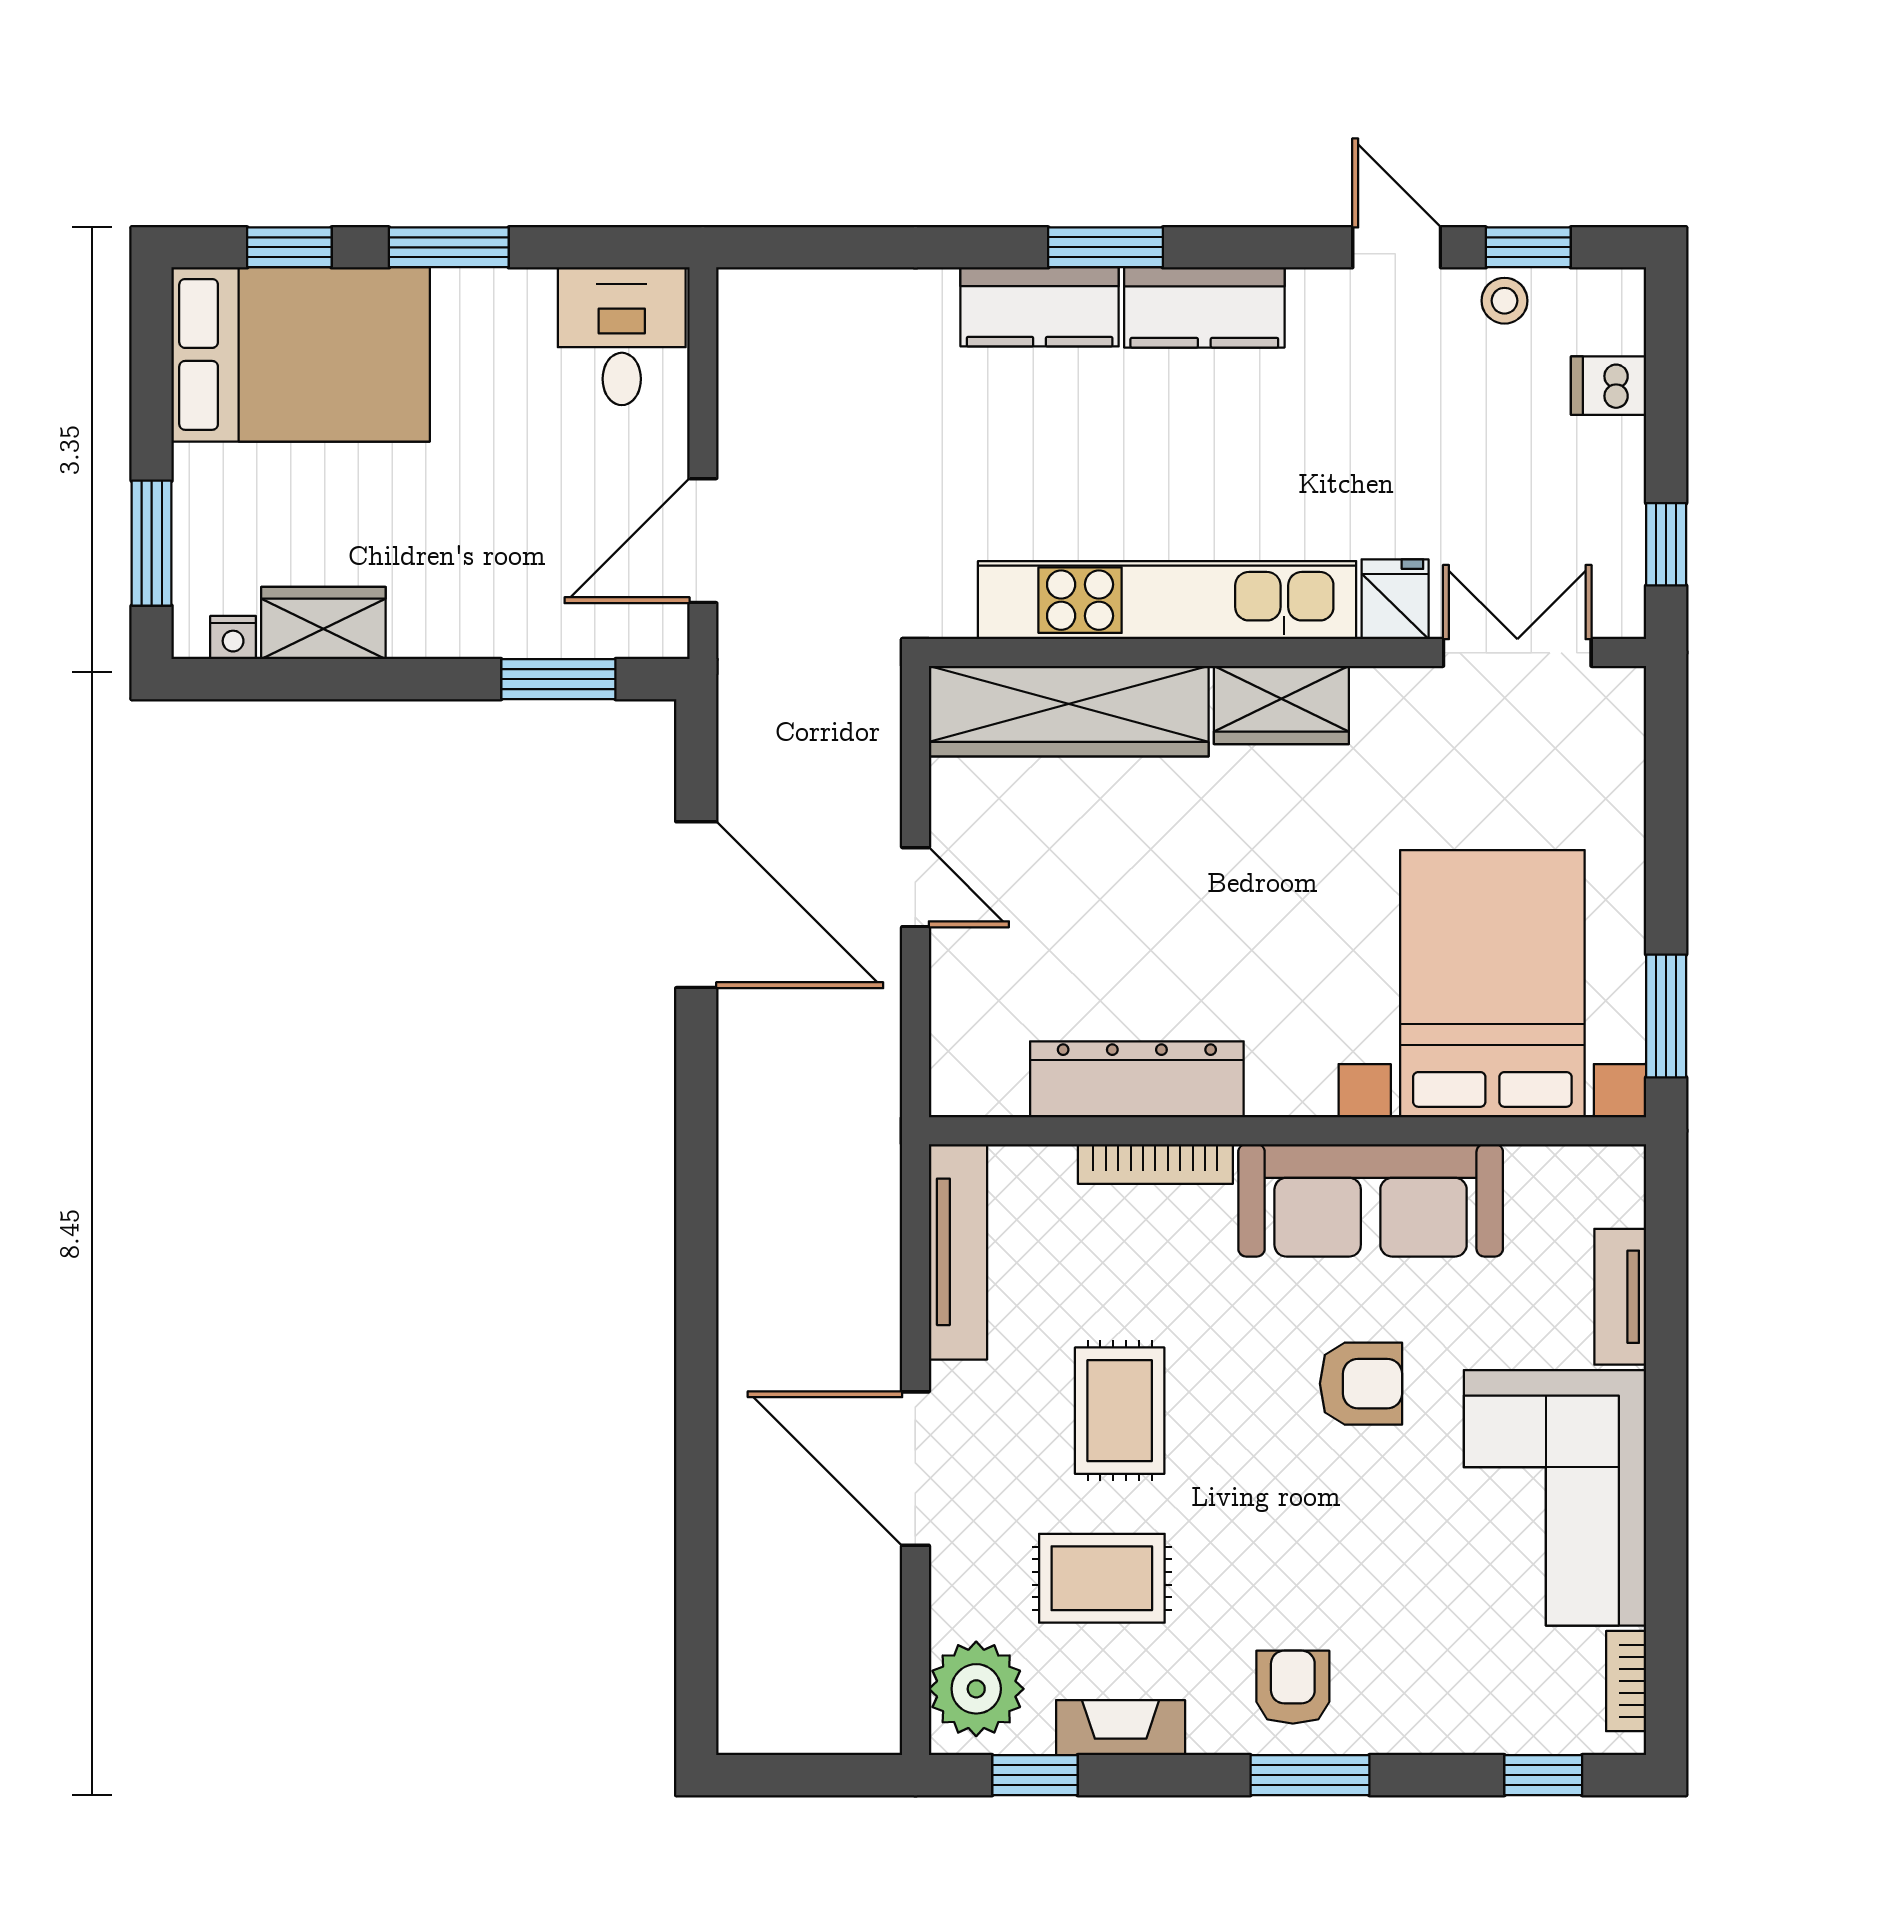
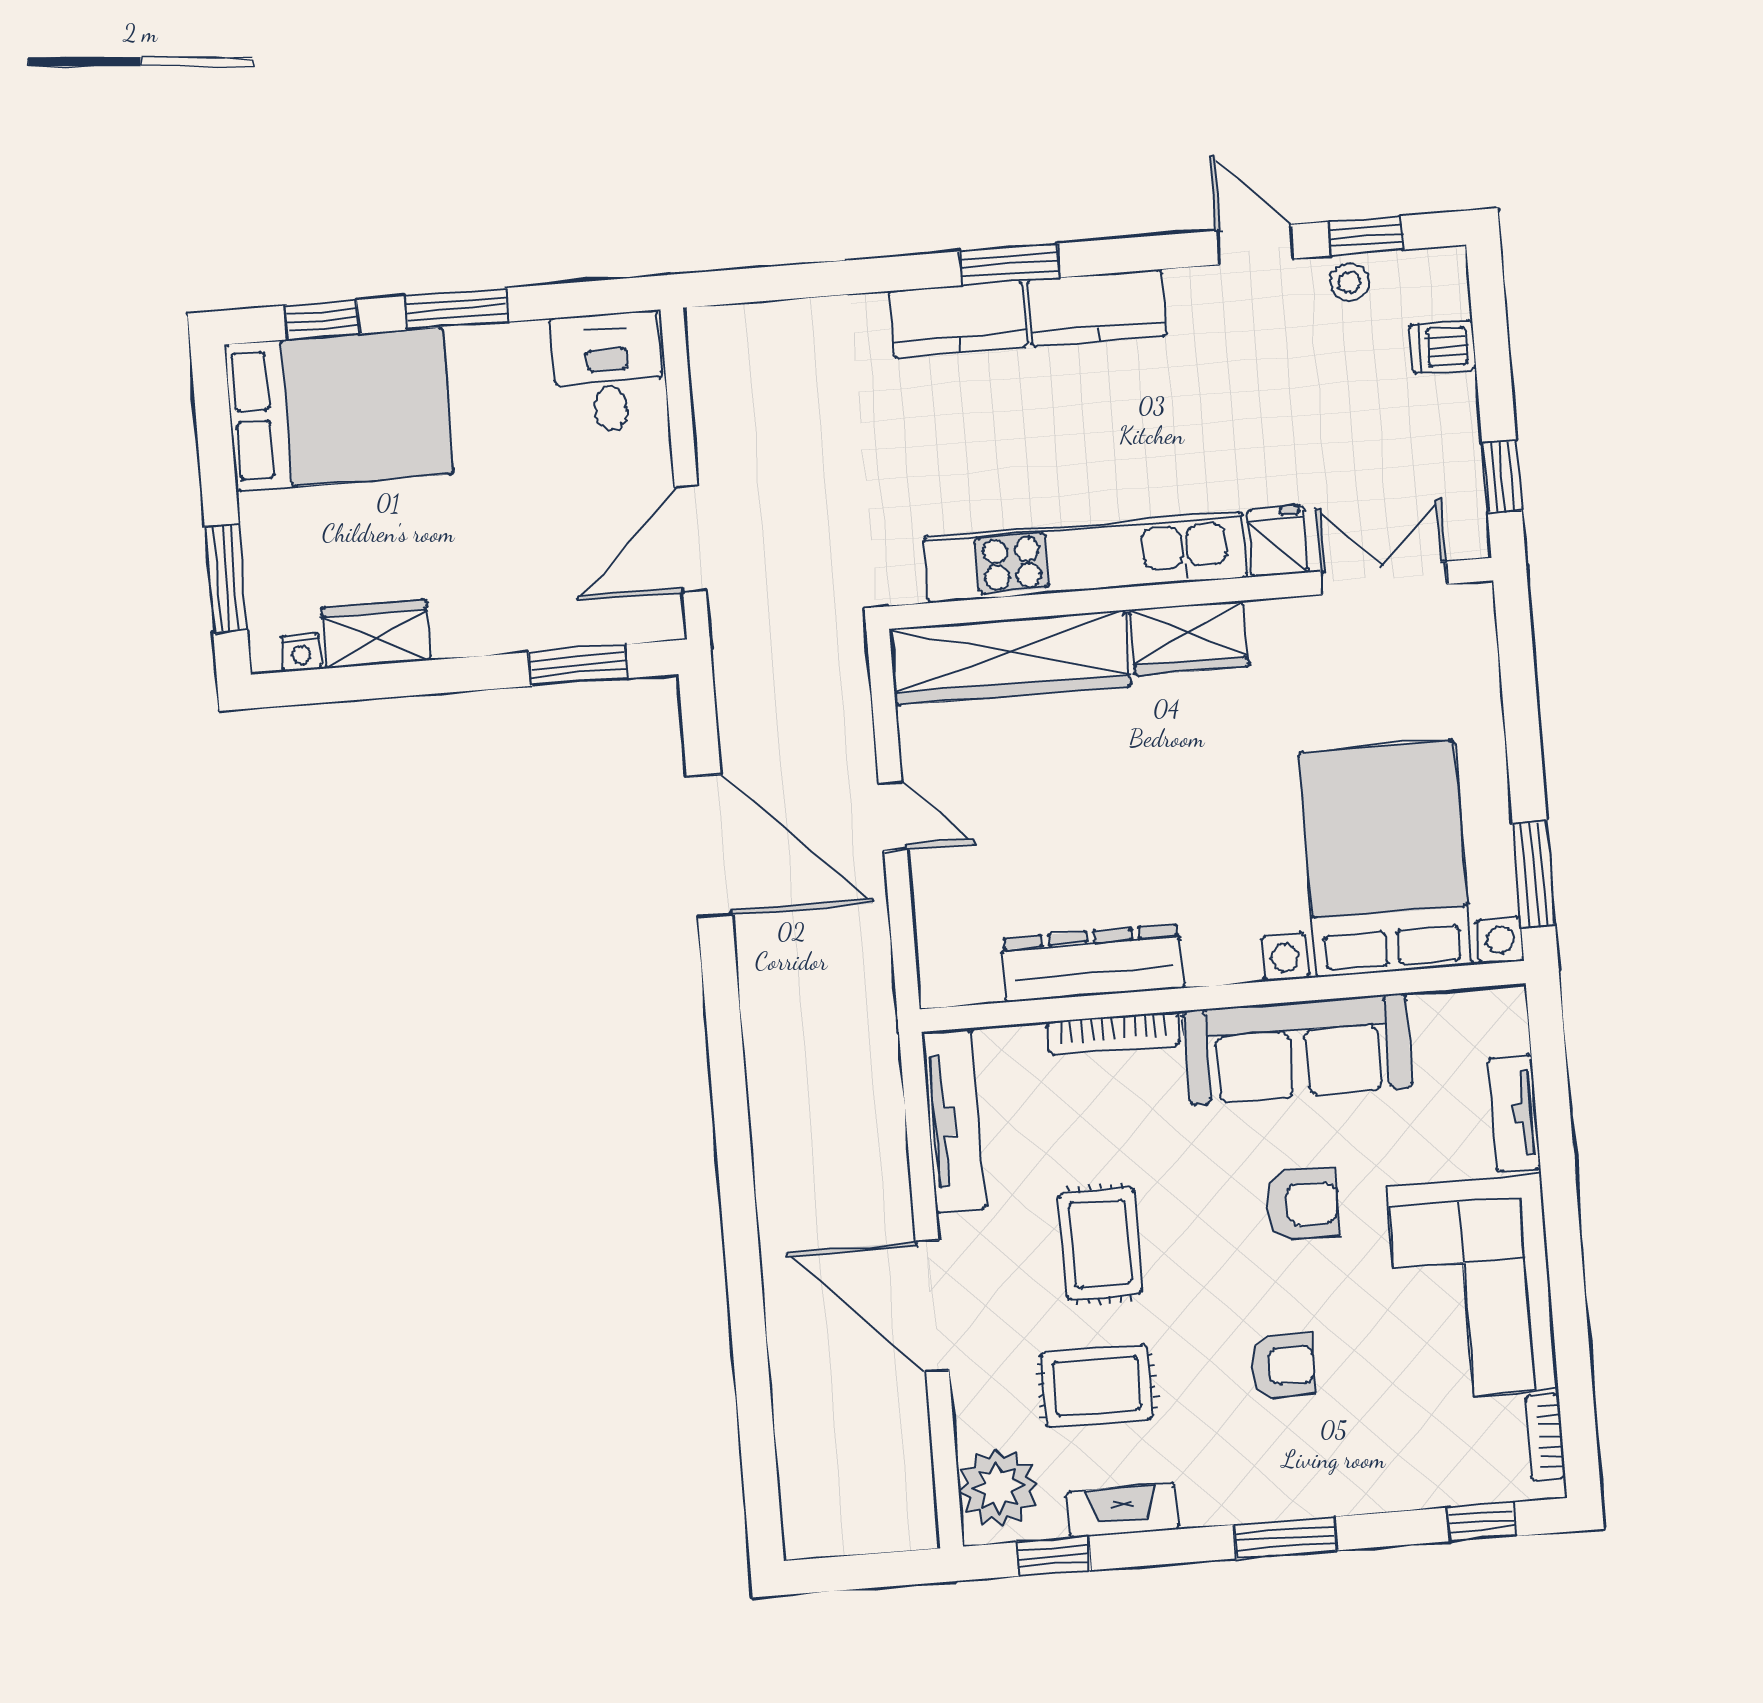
armchair: (1293, 1687) -> (1282, 1366), moved, turned 90

